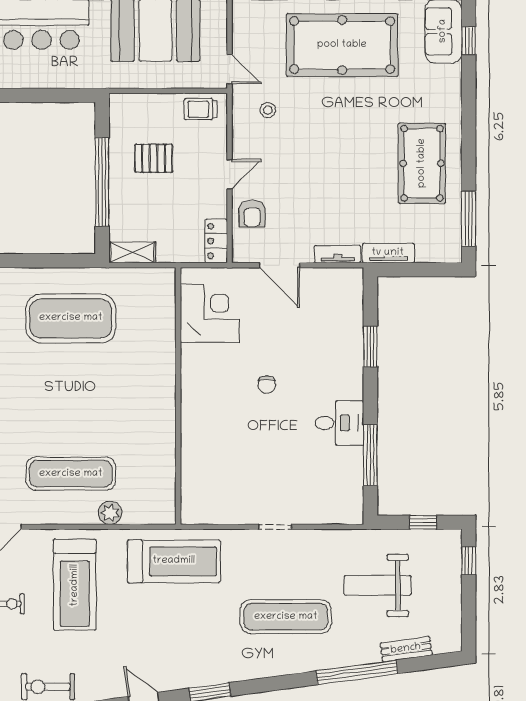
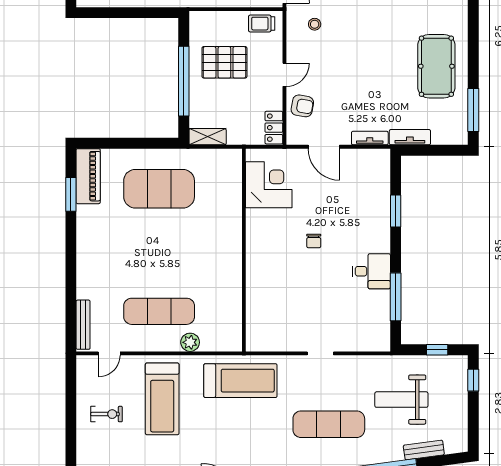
pallet: (154, 158) -> (224, 62), width x1.50, depth x1.42
armchair: (252, 214) -> (302, 106), turned -80

